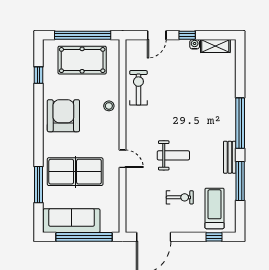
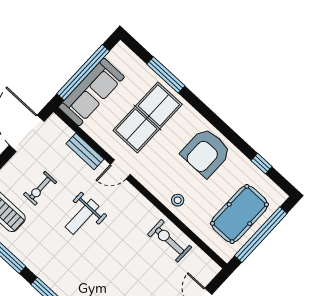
exercise bike: (138, 88) -> (170, 241), turned 180
armchair: (63, 116) -> (206, 152), turned 90
bench: (230, 157) -> (85, 151), moved
sofa: (72, 221) -> (91, 92), moved

